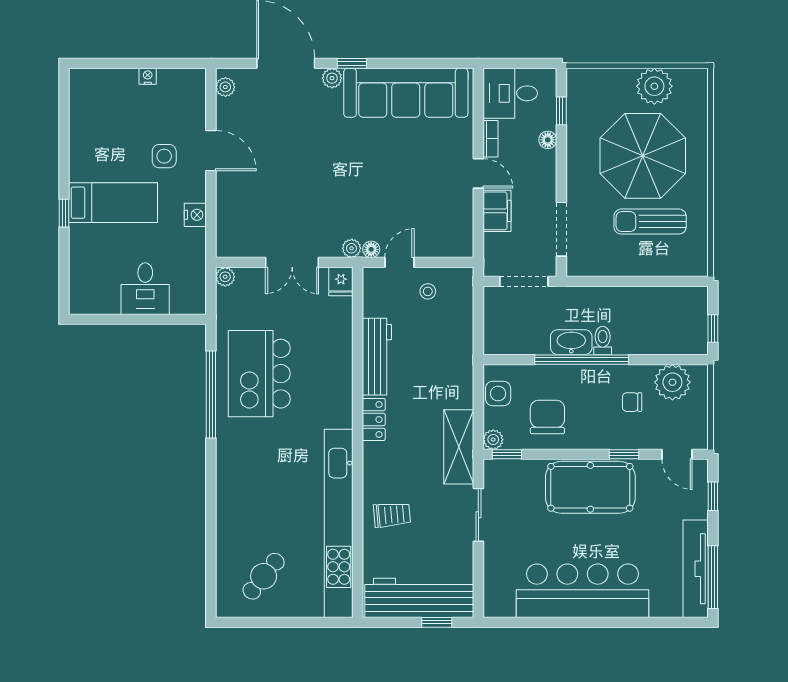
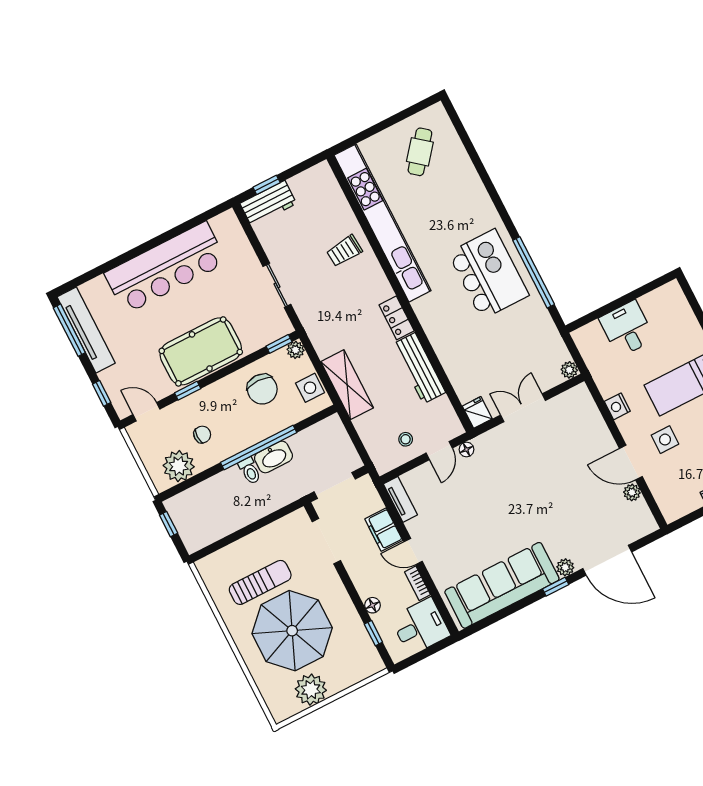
plant: (225, 87) -> (632, 492), moved
tv unit: (464, 233) -> (400, 499), added
plant: (352, 248) -> (482, 442), removed
kitchen island: (259, 374) -> (488, 274), moved
shelving: (459, 447) -> (347, 385), moved
workbench: (419, 598) -> (268, 203), width x0.53, depth x0.76

